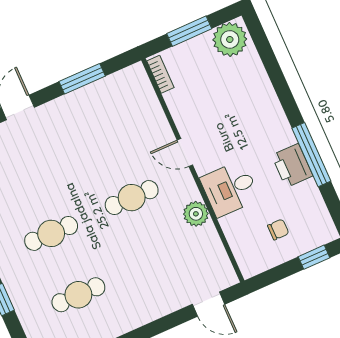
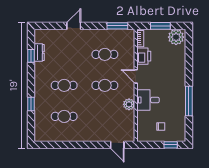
window: (82, 79) -> (117, 26), moved
cafe table: (104, 136) -> (105, 54), added
printer: (292, 166) -> (144, 56), moved, turned 180

